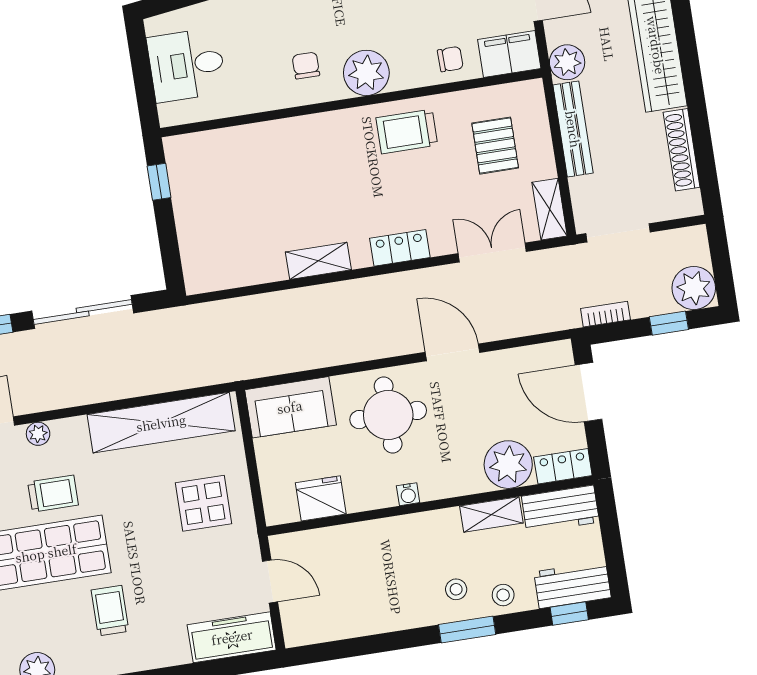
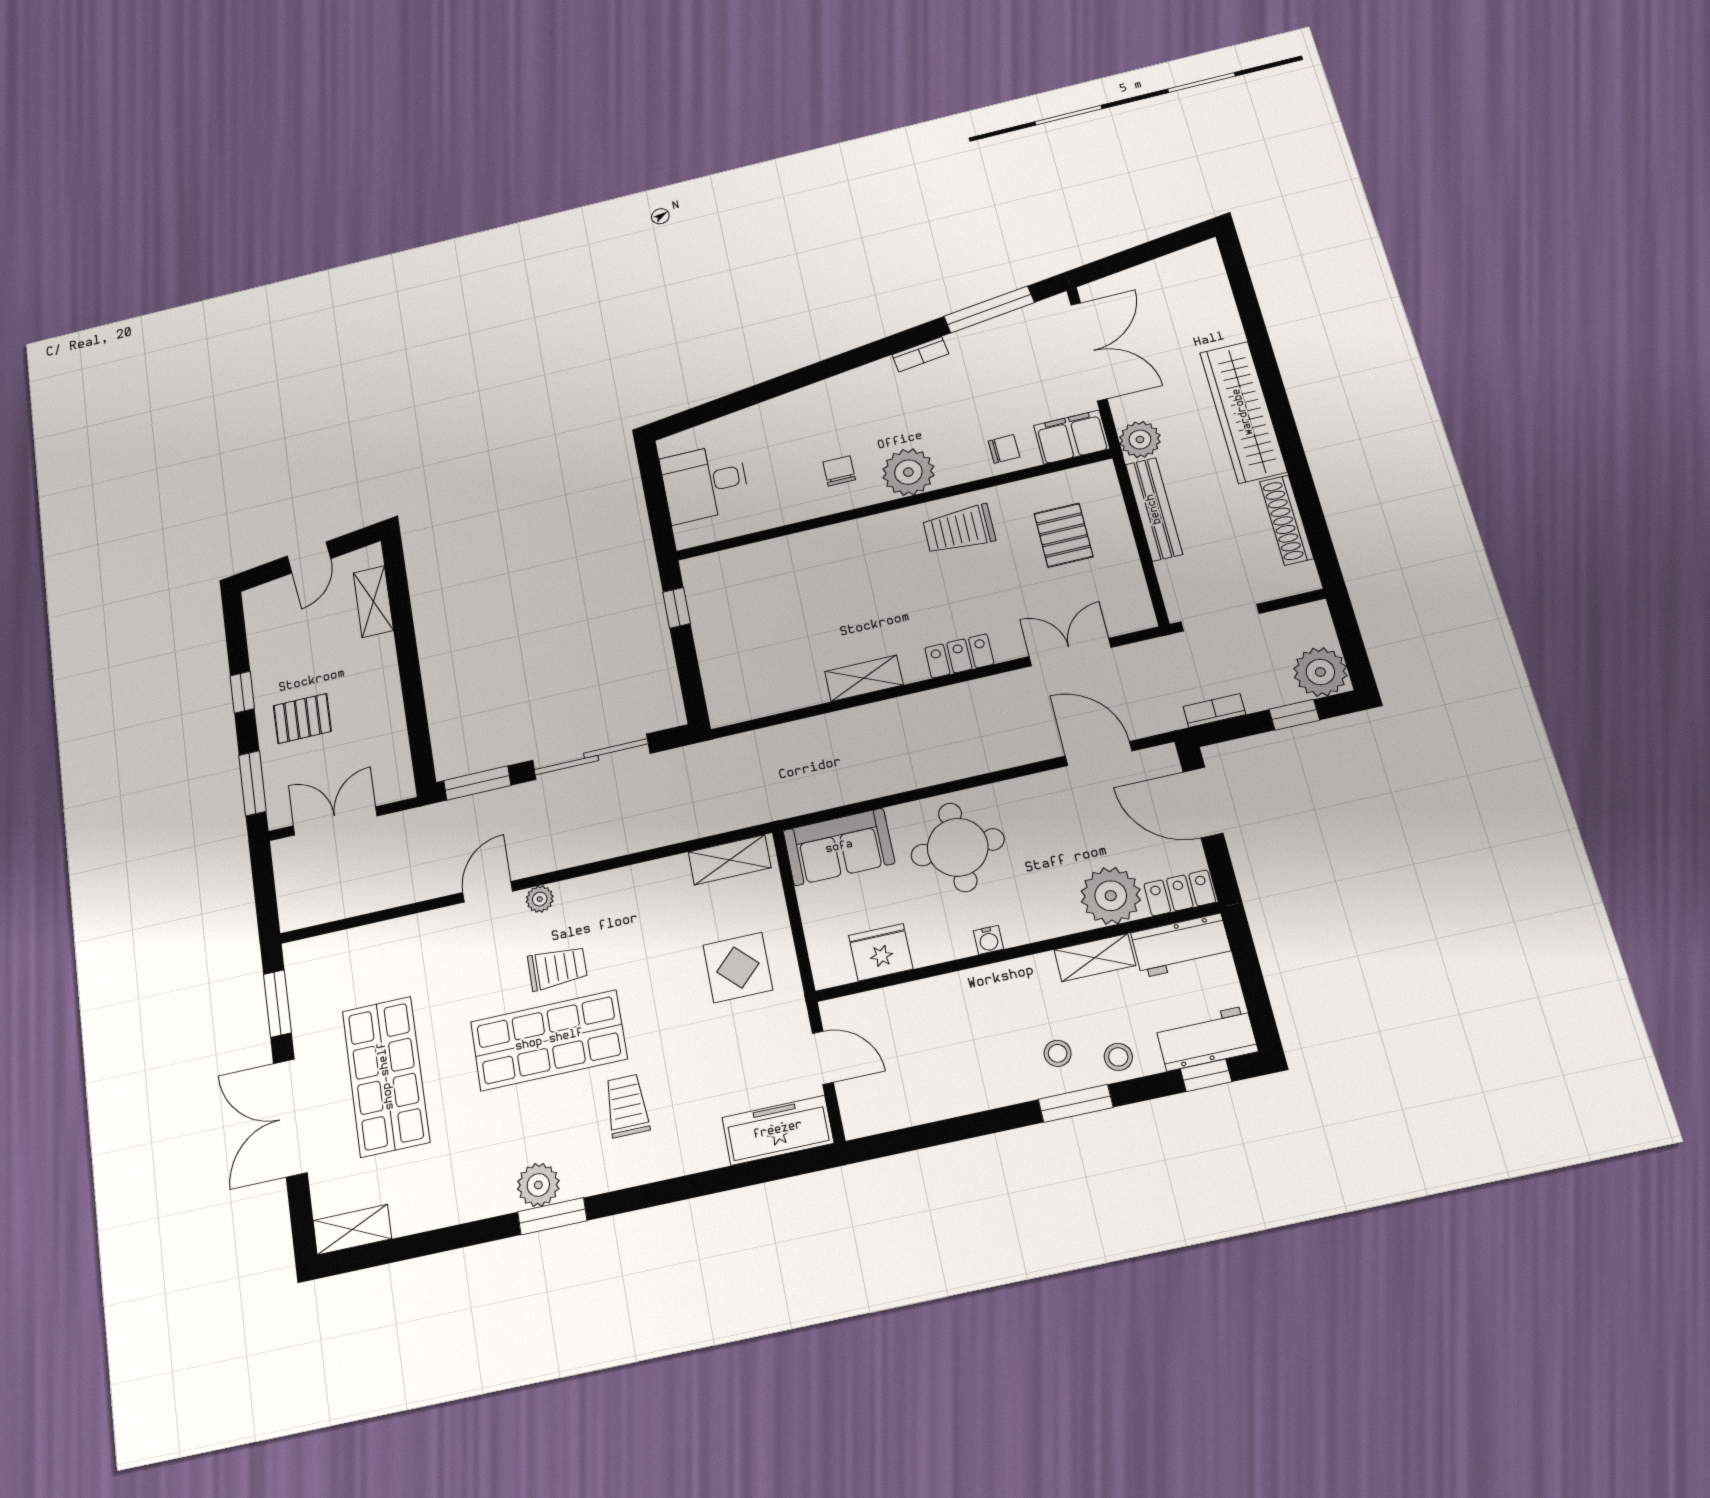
shelving: (550, 209) -> (1134, 598), removed
door: (453, 352) -> (1099, 753), moved
shelving: (161, 423) -> (730, 860), width x0.45, depth x0.75

